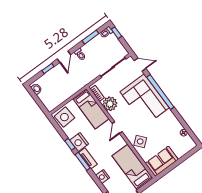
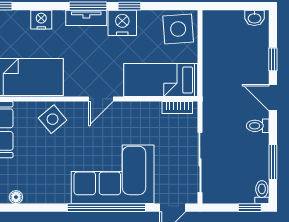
plant: (110, 104) -> (146, 115), removed
door: (117, 128) -> (101, 99), swing flipped

